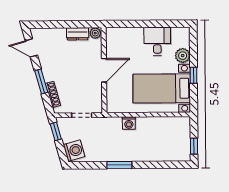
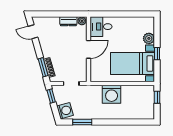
desk: (157, 41) -> (101, 27), moved, turned -90
window: (41, 81) -> (43, 67), moved
washing machine: (129, 123) -> (112, 94), width x1.89, depth x1.89
window: (194, 146) -> (157, 97), moved
window: (119, 165) -> (82, 122), moved

